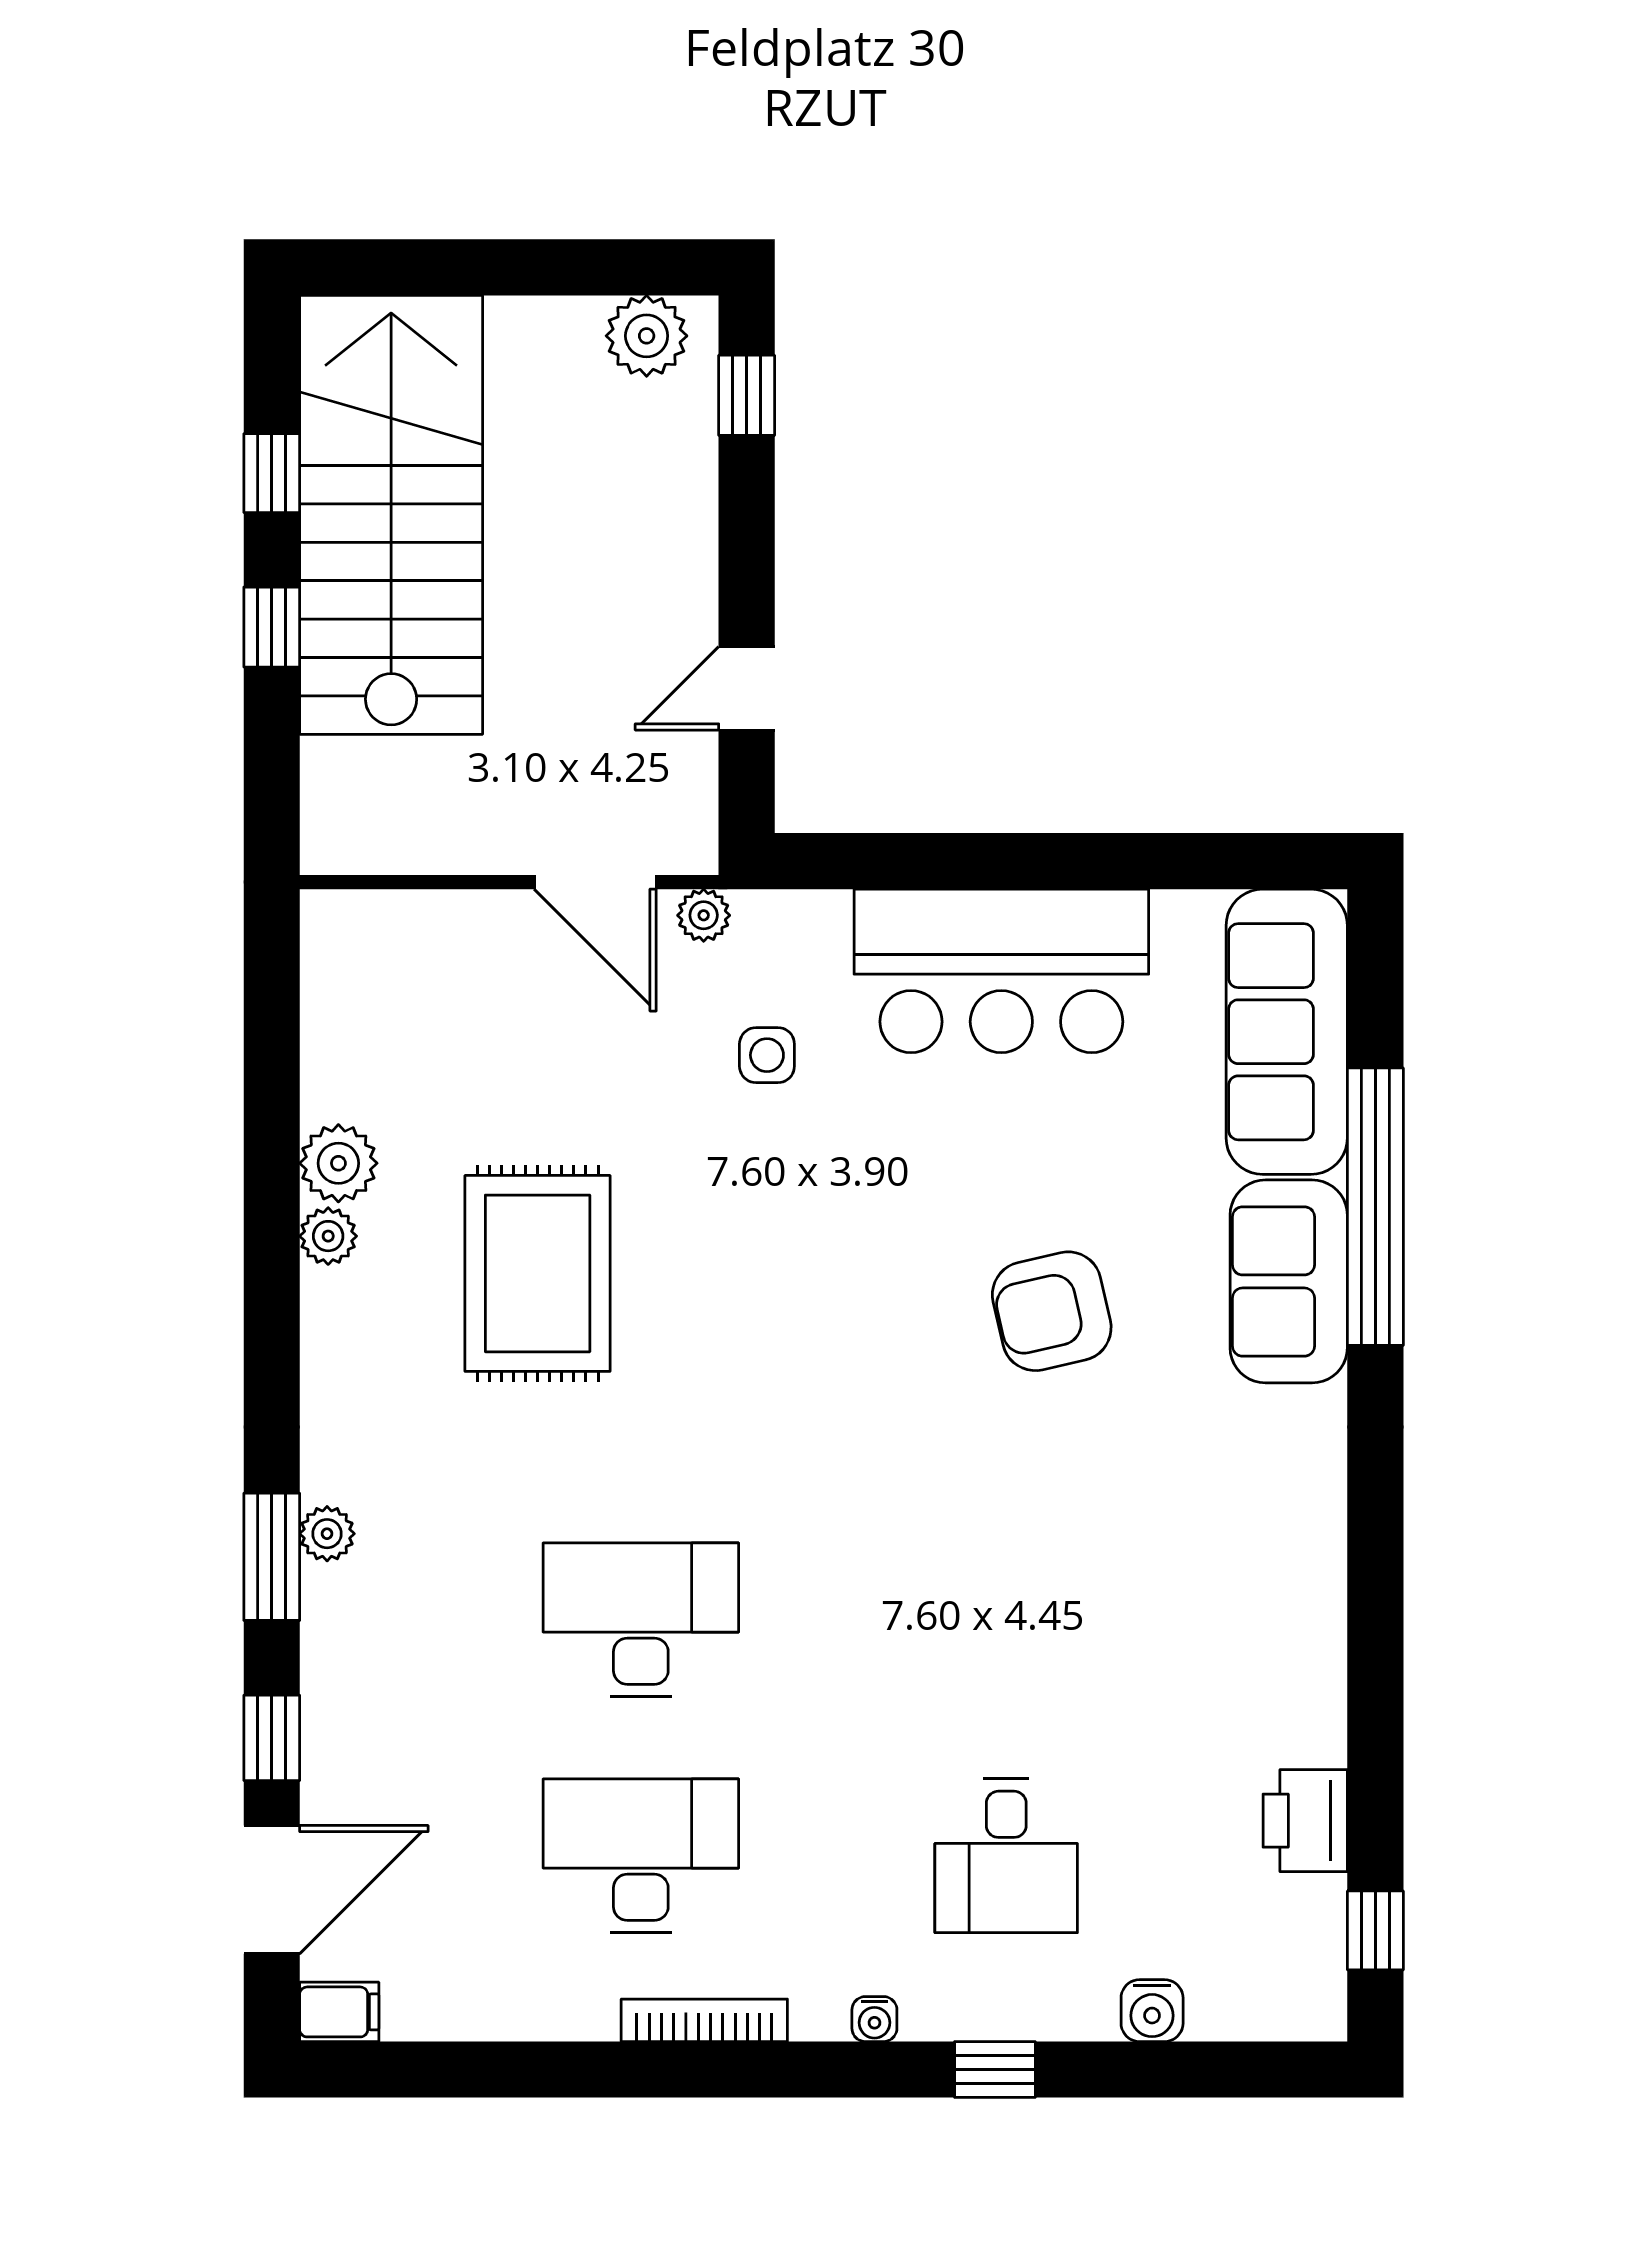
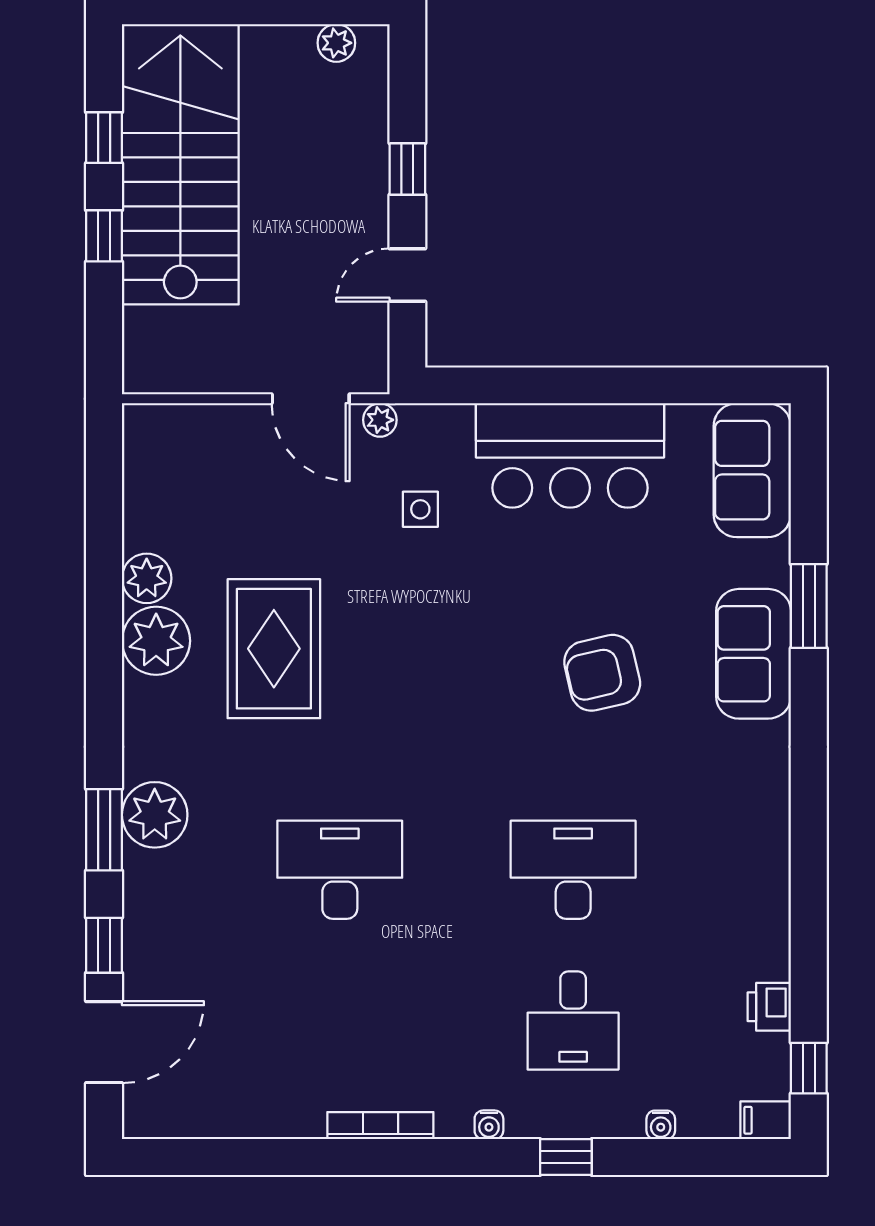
plant: (647, 336) -> (336, 43), width x0.73, depth x0.73
window: (747, 395) -> (407, 169), moved
sofa: (1287, 1032) -> (752, 470), width x0.73
window: (1375, 1207) -> (809, 606), width x0.47
plant: (328, 1236) -> (156, 641), width x1.87, depth x1.87
plant: (327, 1534) -> (155, 815), width x1.88, depth x1.88
printer: (1305, 1821) -> (769, 1007), width x0.73, depth x0.81
desk: (641, 1856) -> (573, 870), moved
water cooler: (1152, 2011) -> (661, 1125), width x0.72, depth x0.72
filing cabinet: (339, 2012) -> (766, 1120), moved, turned 180

